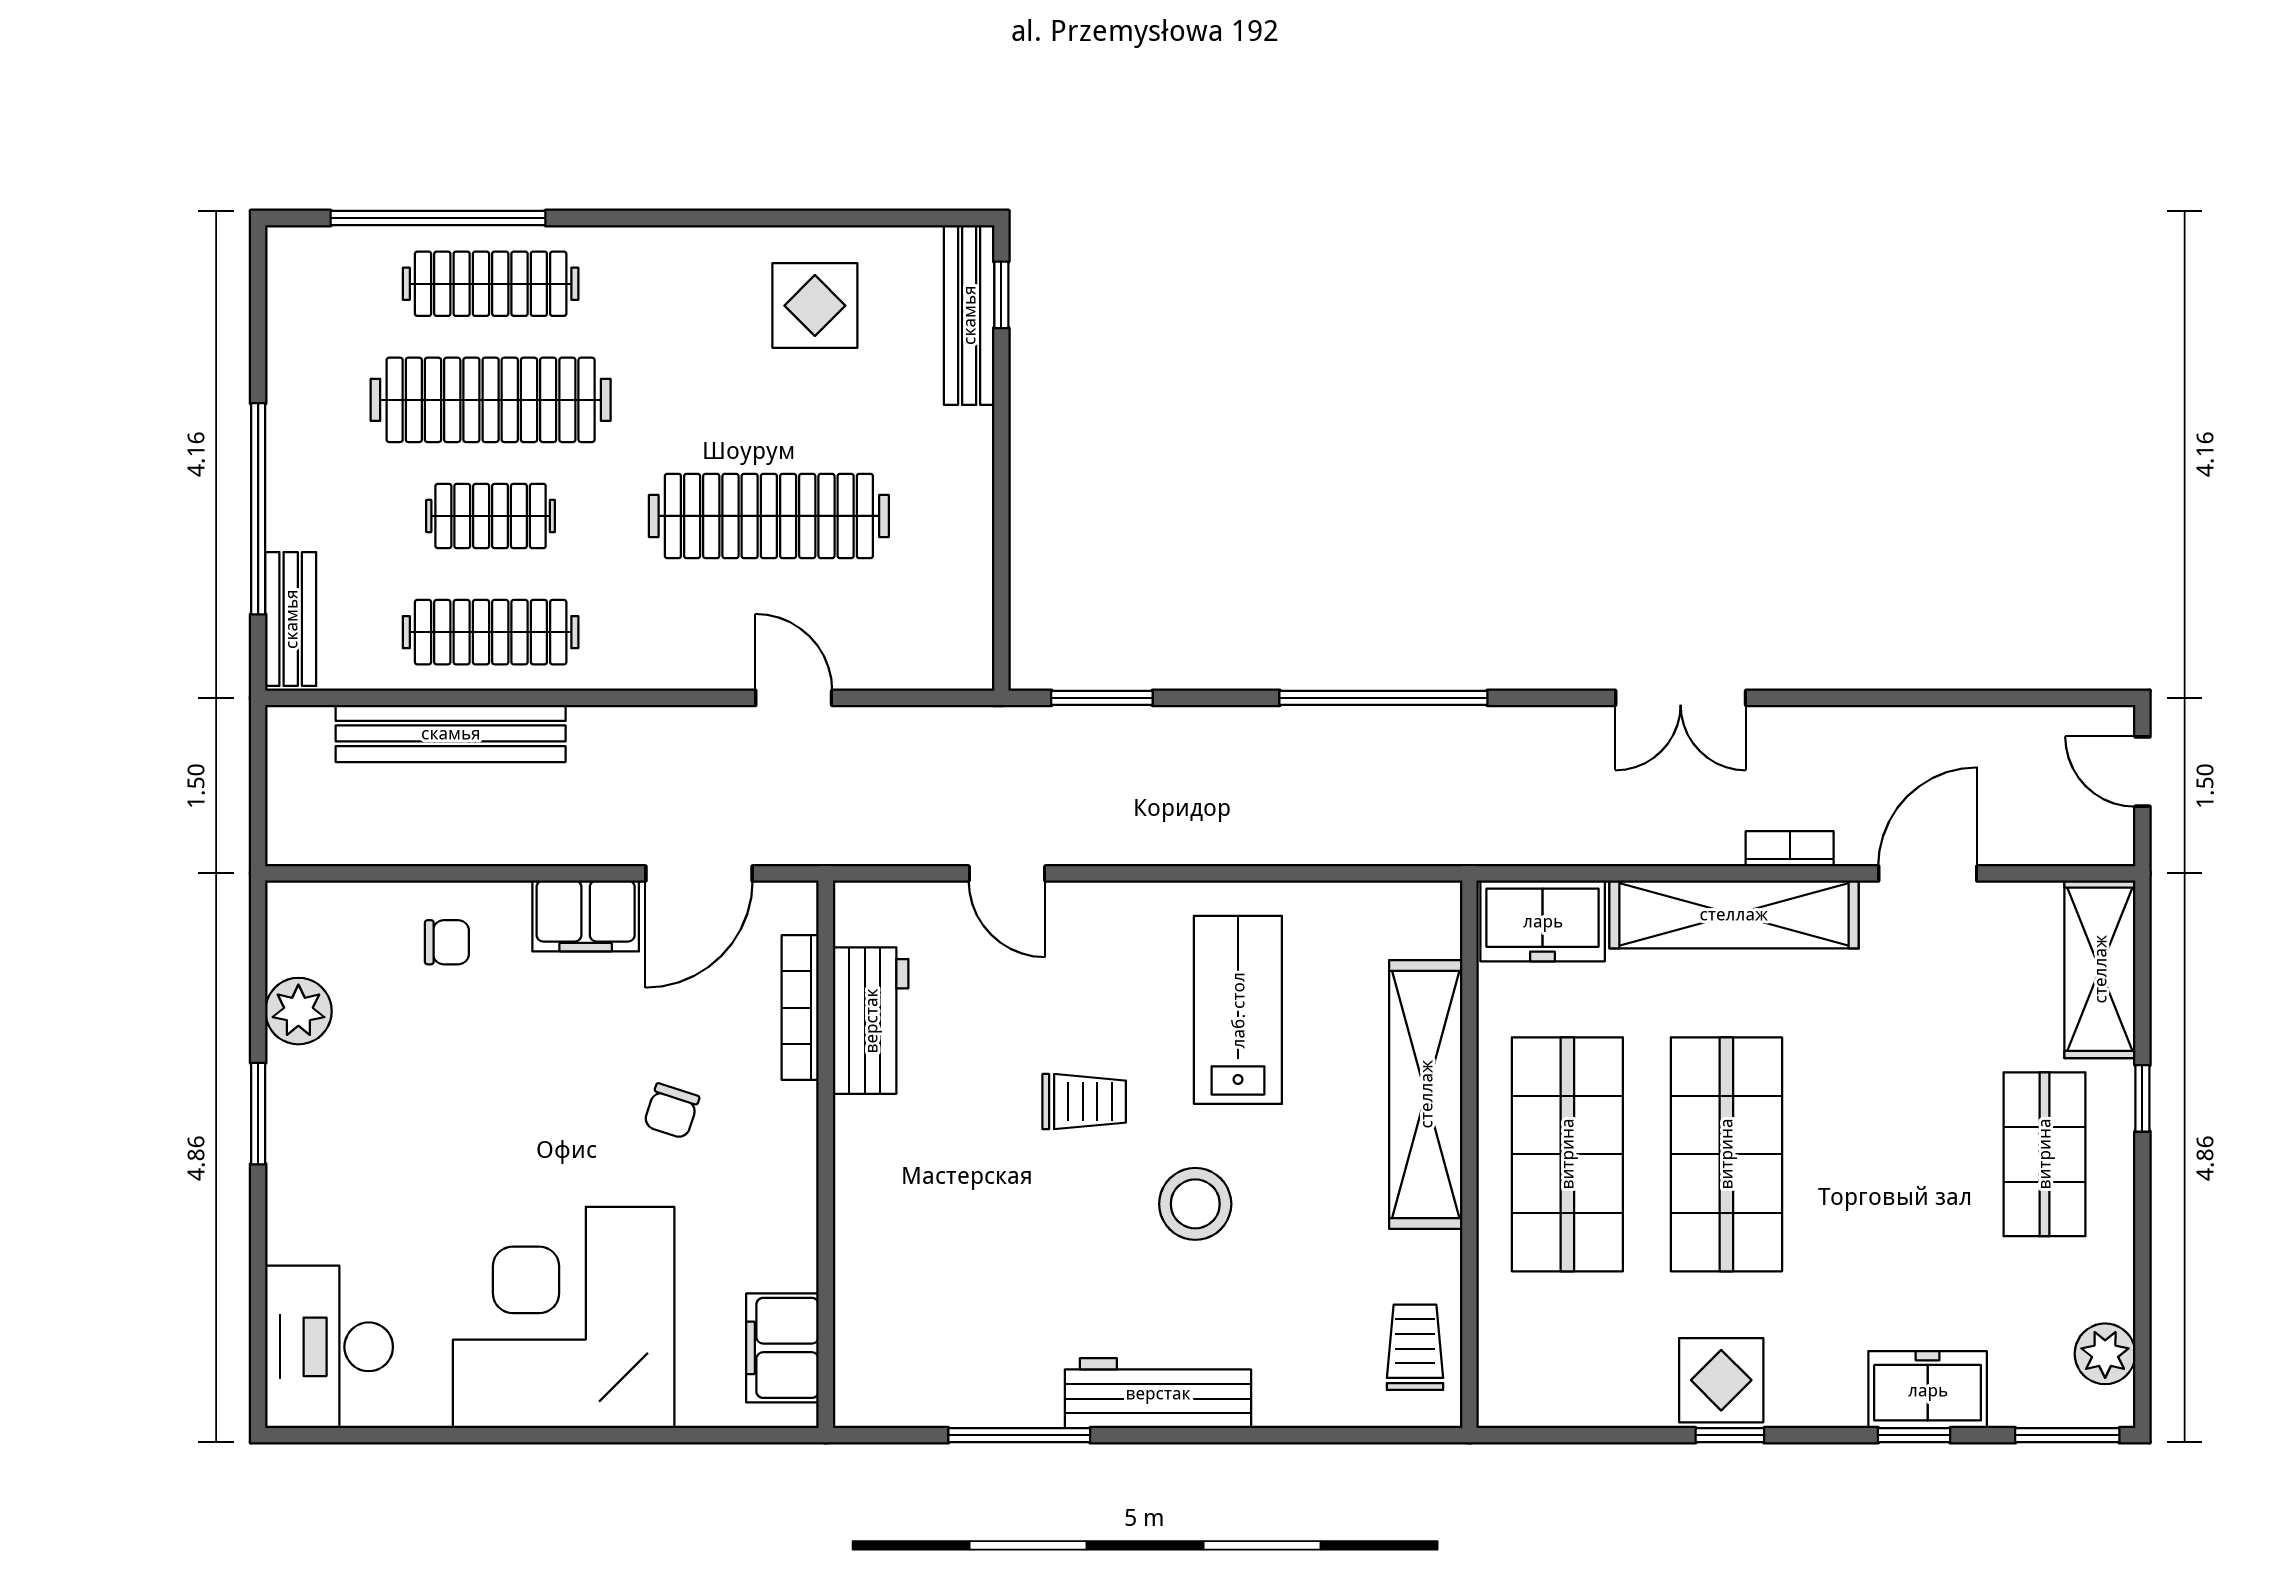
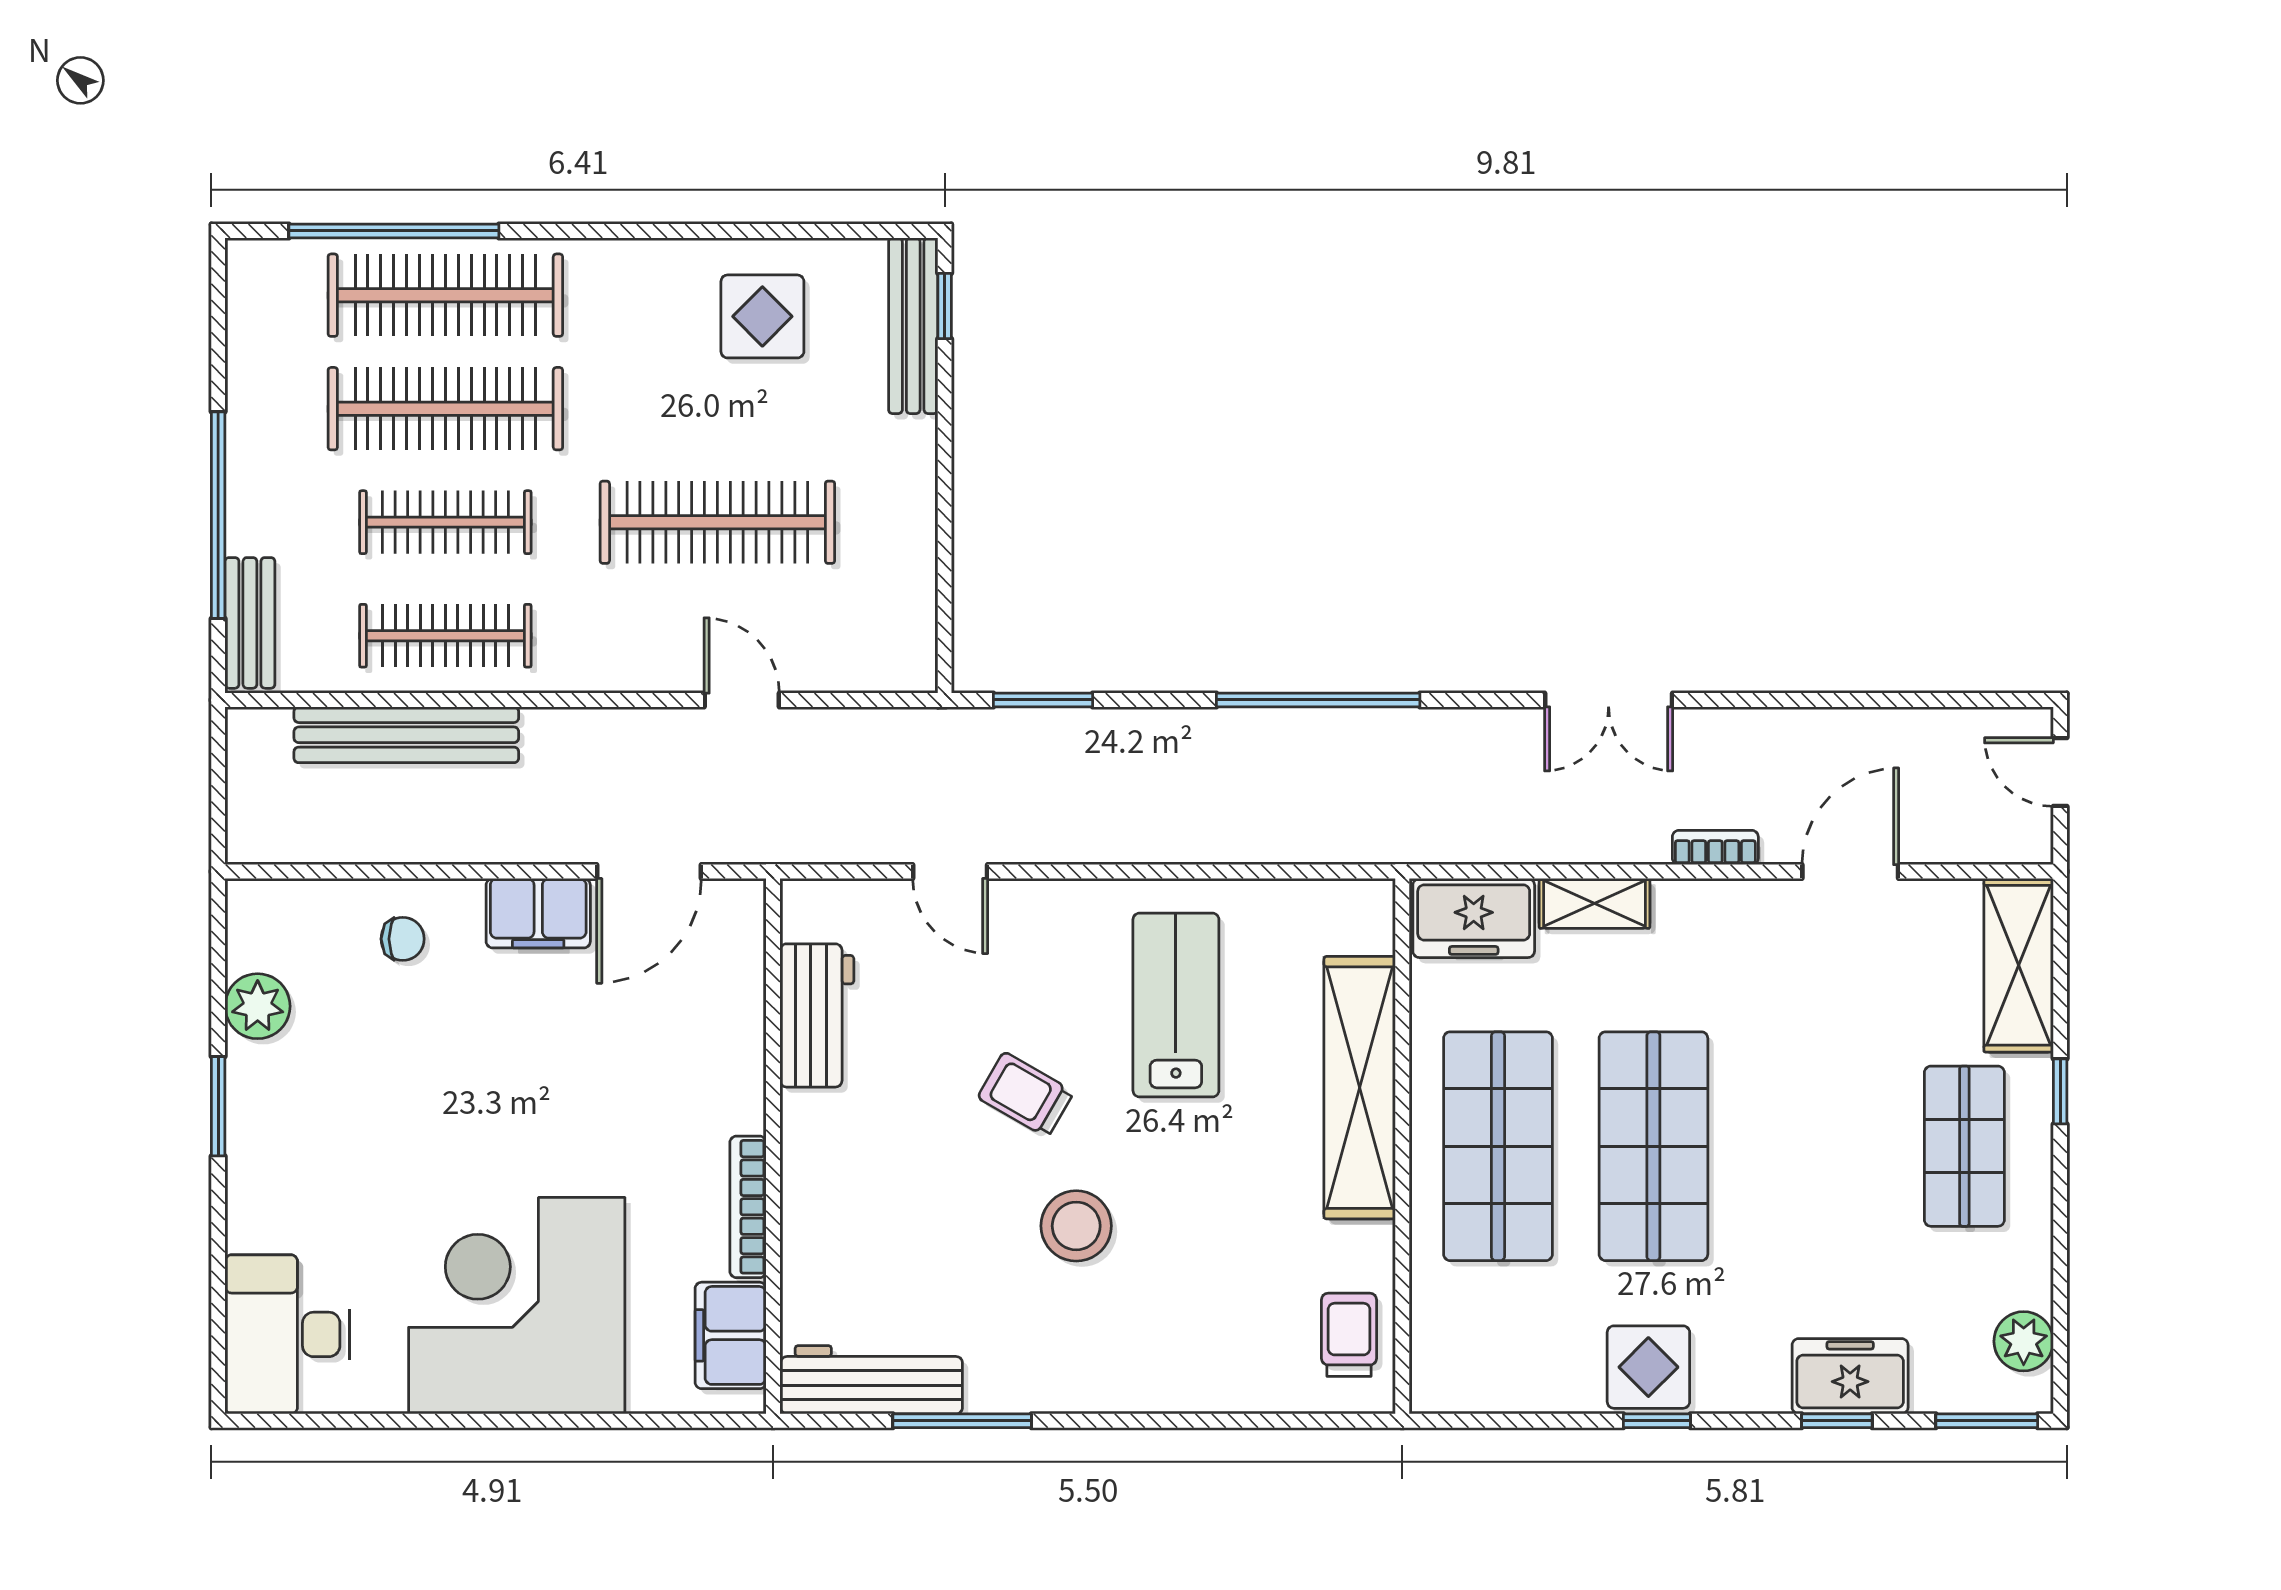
clothes rail: (491, 284) -> (445, 295), width x1.37, depth x1.31
clothes rail: (491, 516) -> (445, 522), width x1.36
shelving: (1734, 914) -> (1594, 903), width x0.45, depth x0.75
bookcase: (800, 1008) -> (748, 1207), moved
trolley: (1084, 1102) -> (1026, 1095), turned -150
chair: (671, 1111) -> (622, 1104), removed
stool: (1195, 1204) -> (1076, 1226), moved
workbench: (1158, 1393) -> (871, 1380), moved

